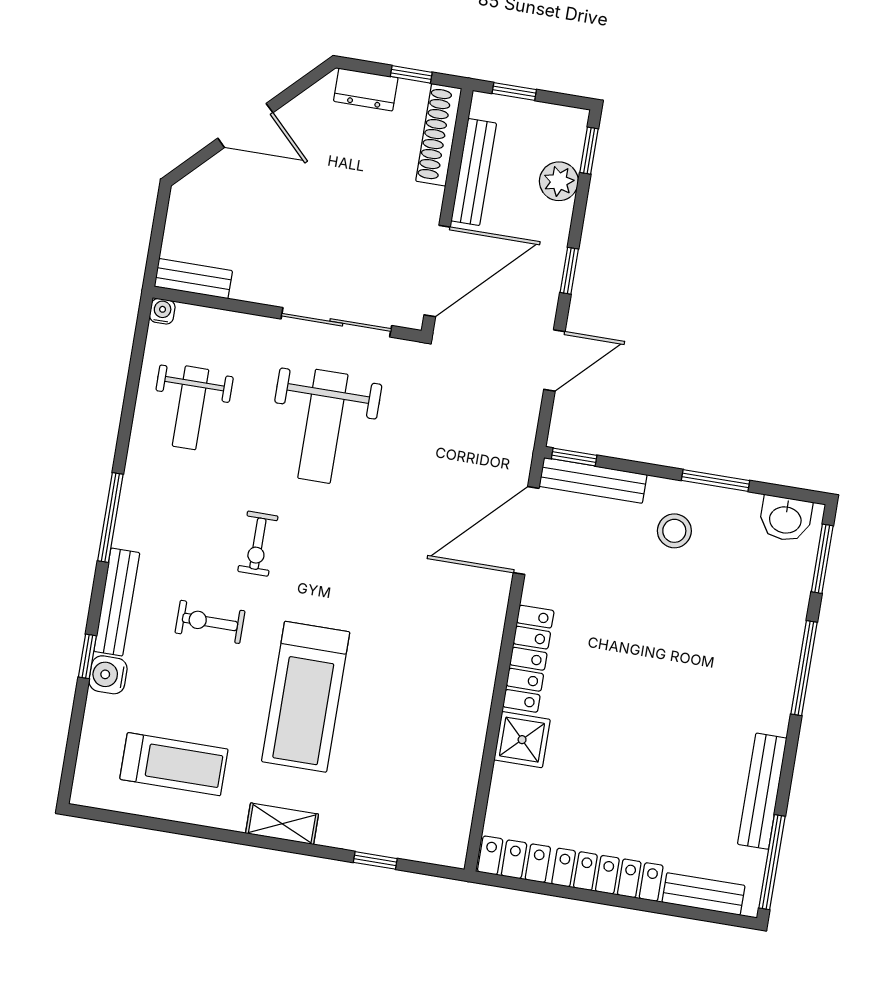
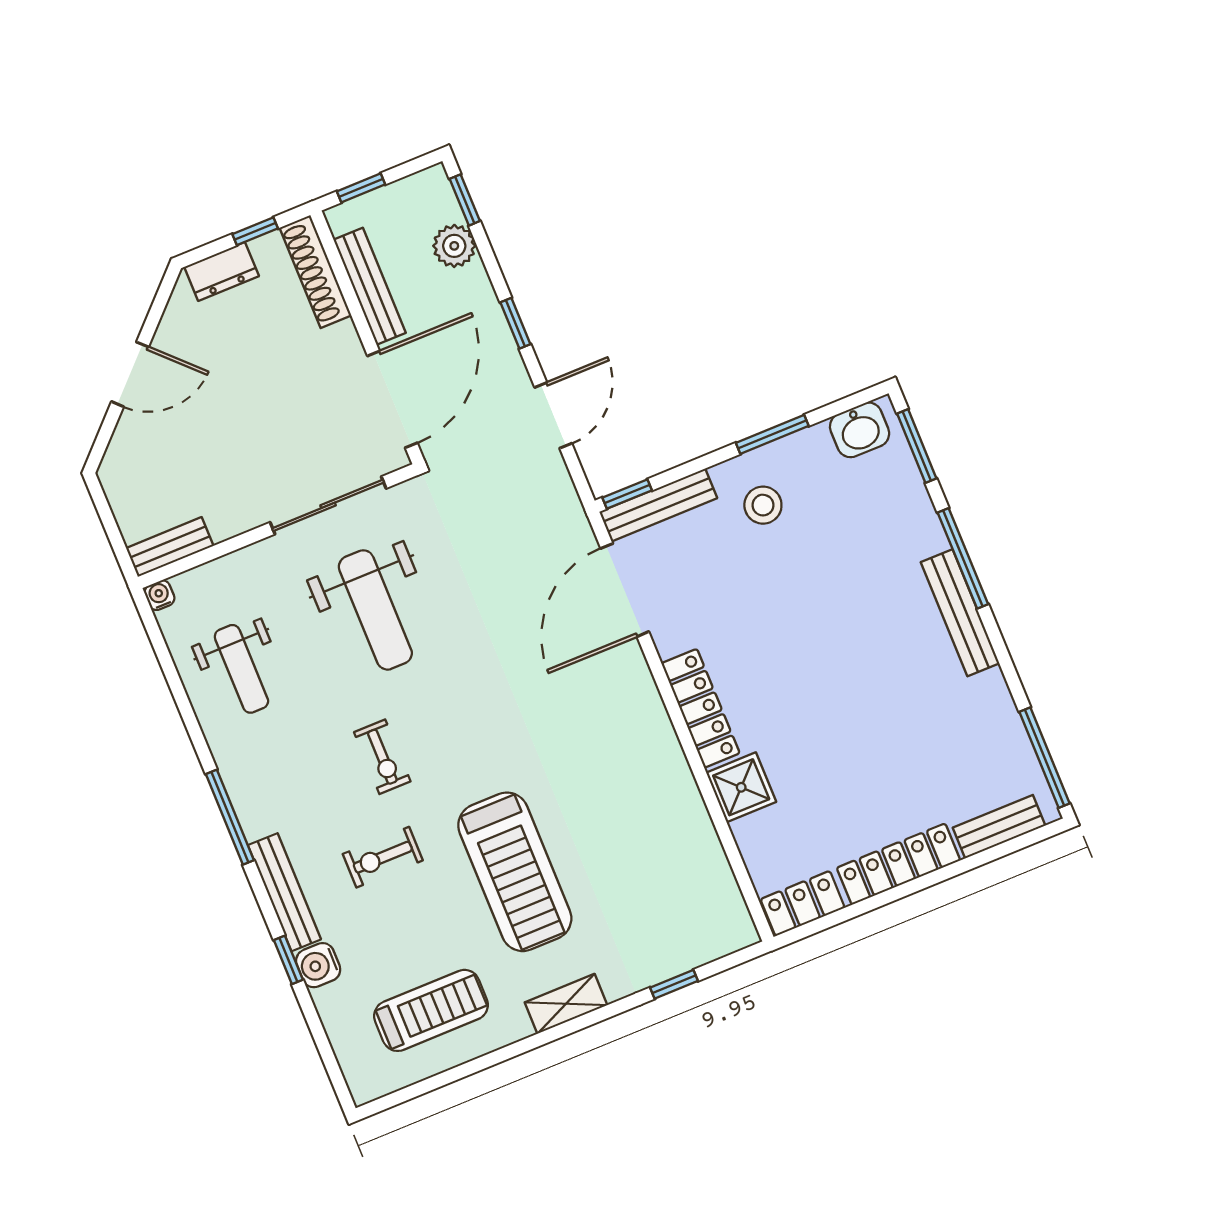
bench: (762, 791) -> (960, 613), moved

